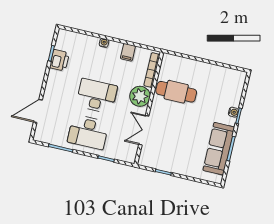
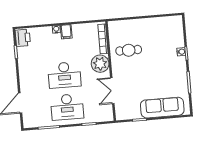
filing cabinet: (128, 52) -> (66, 32), moved
printer: (59, 60) -> (23, 38), moved
cafe table: (176, 92) -> (129, 50), width x0.73, depth x0.74
desk: (97, 96) -> (64, 75), turned 180
sofa: (219, 149) -> (162, 108), moved, turned 90

